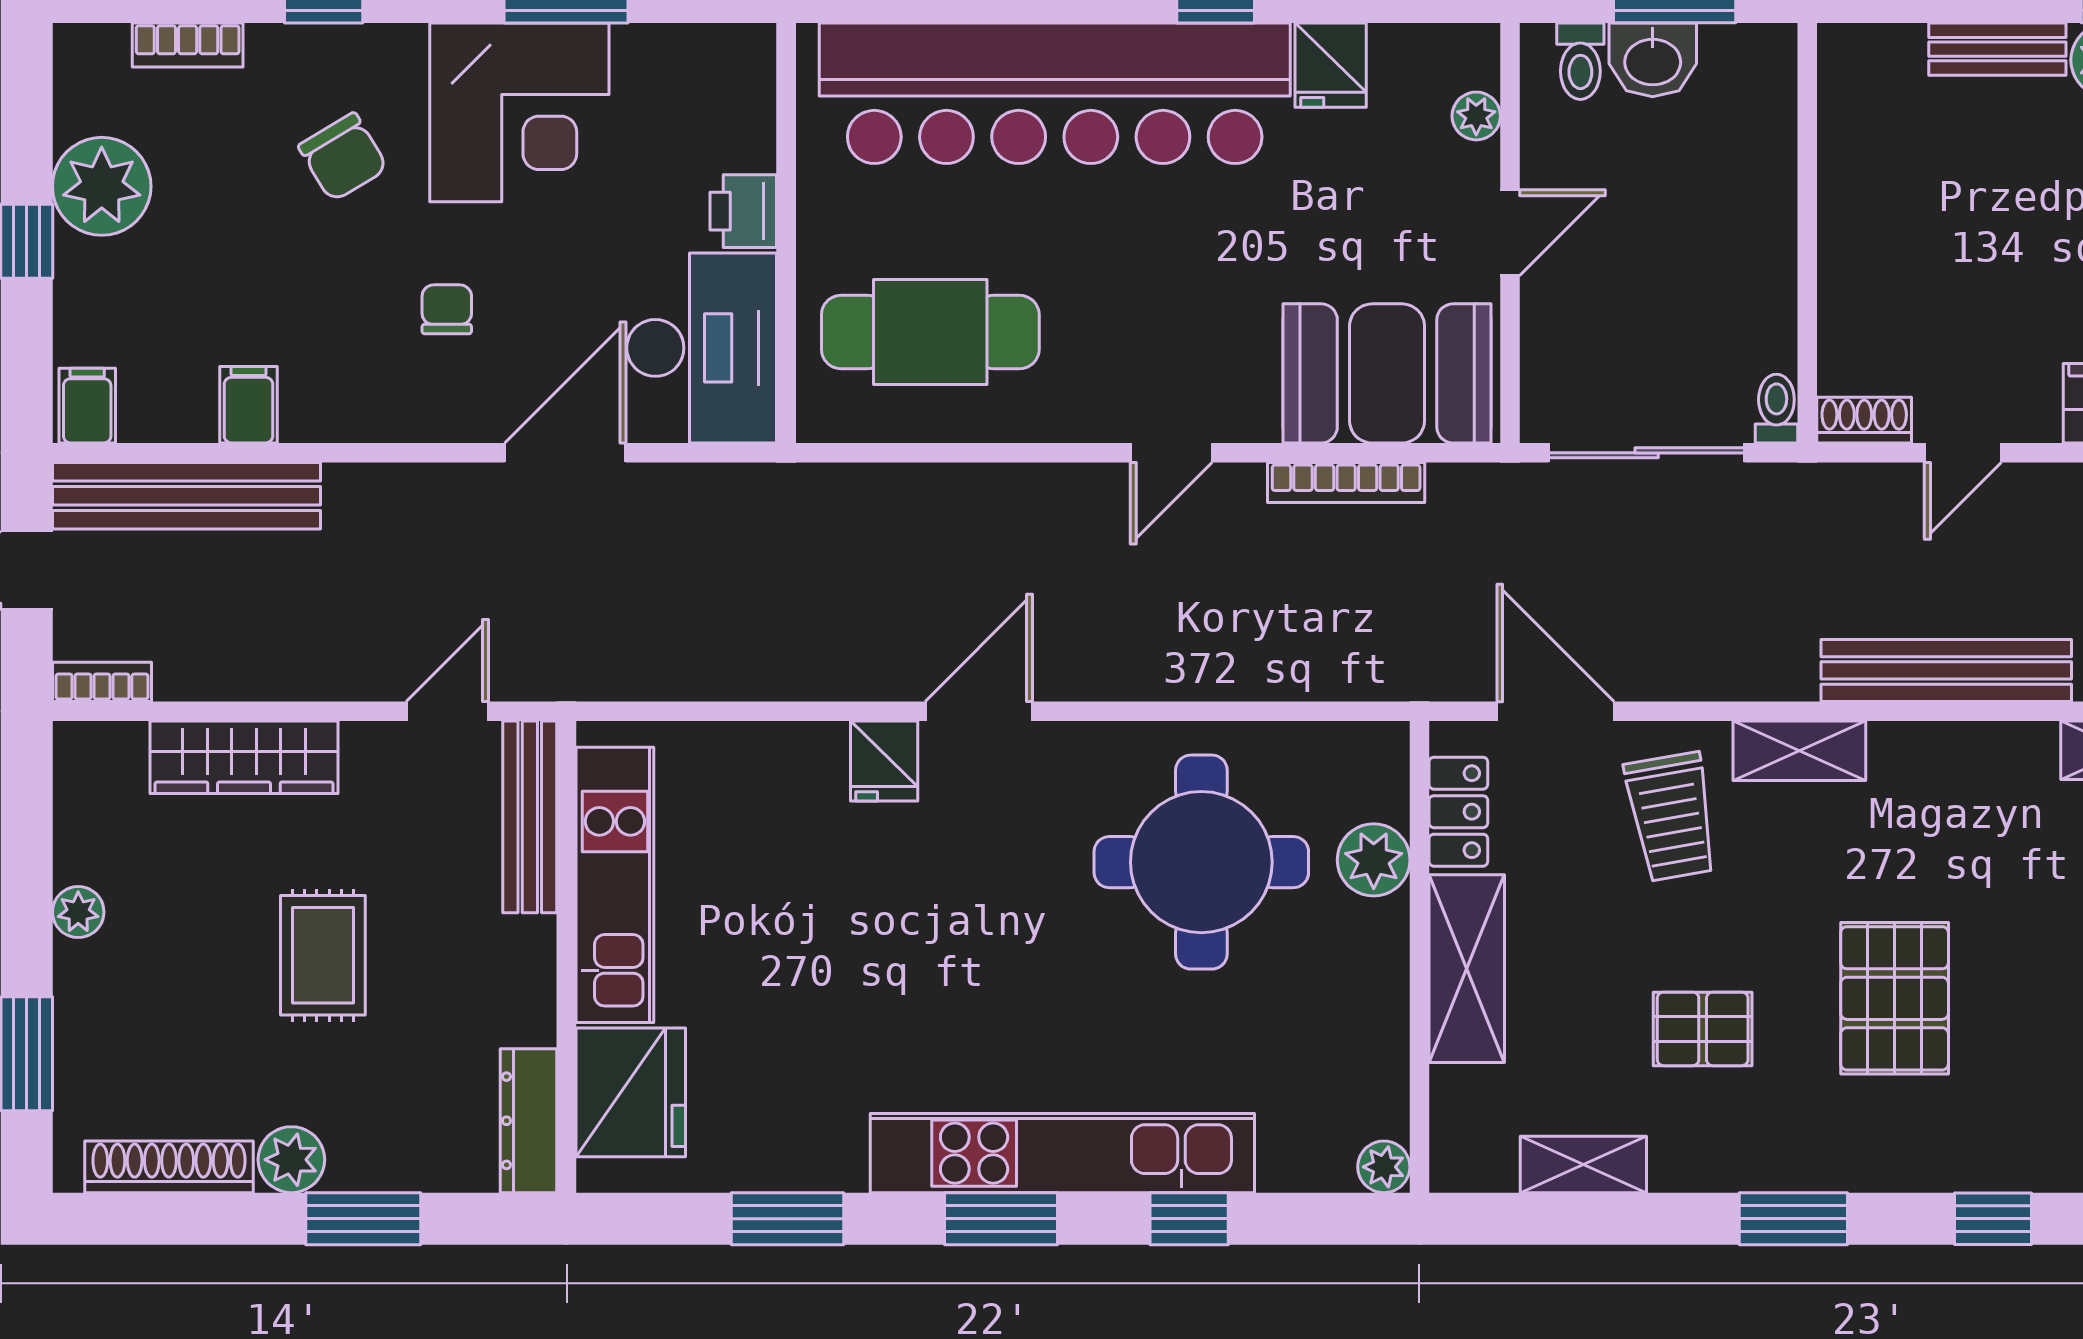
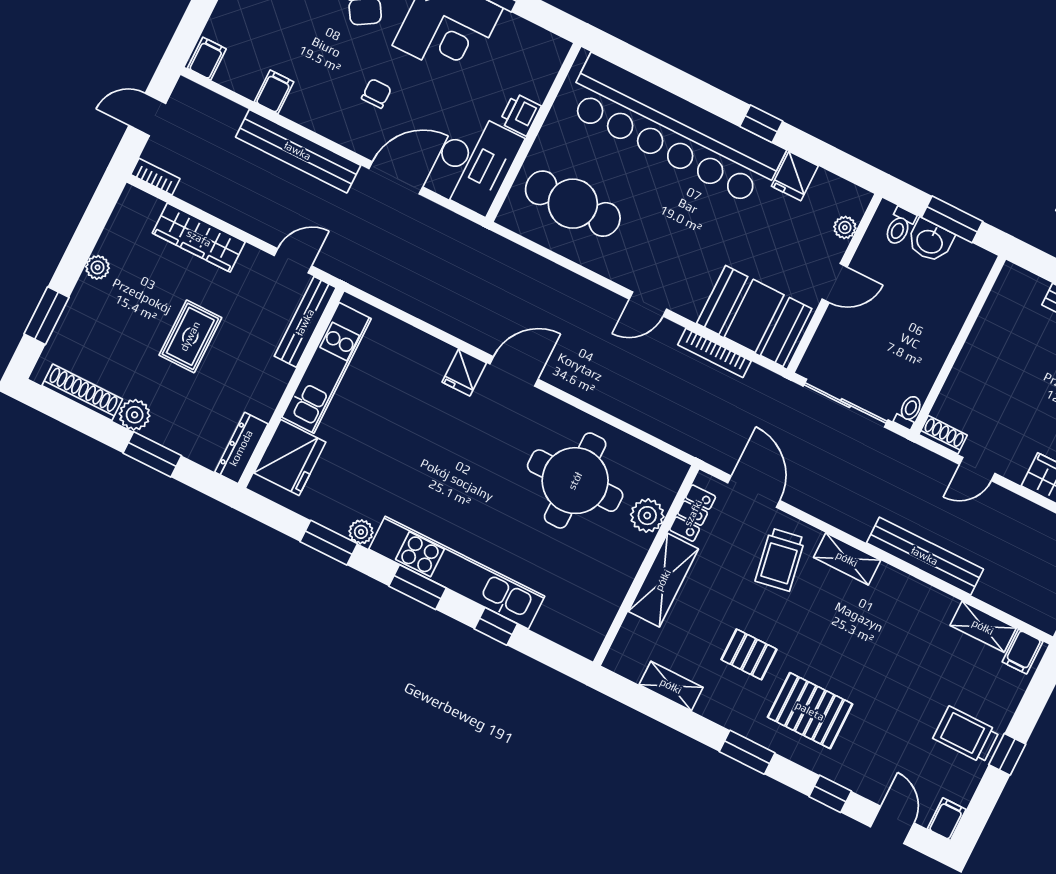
bench: (186, 496) -> (298, 151), moved
pallet: (1895, 998) -> (810, 711), moved, turned 90
plant: (1384, 1167) -> (361, 532), moved

